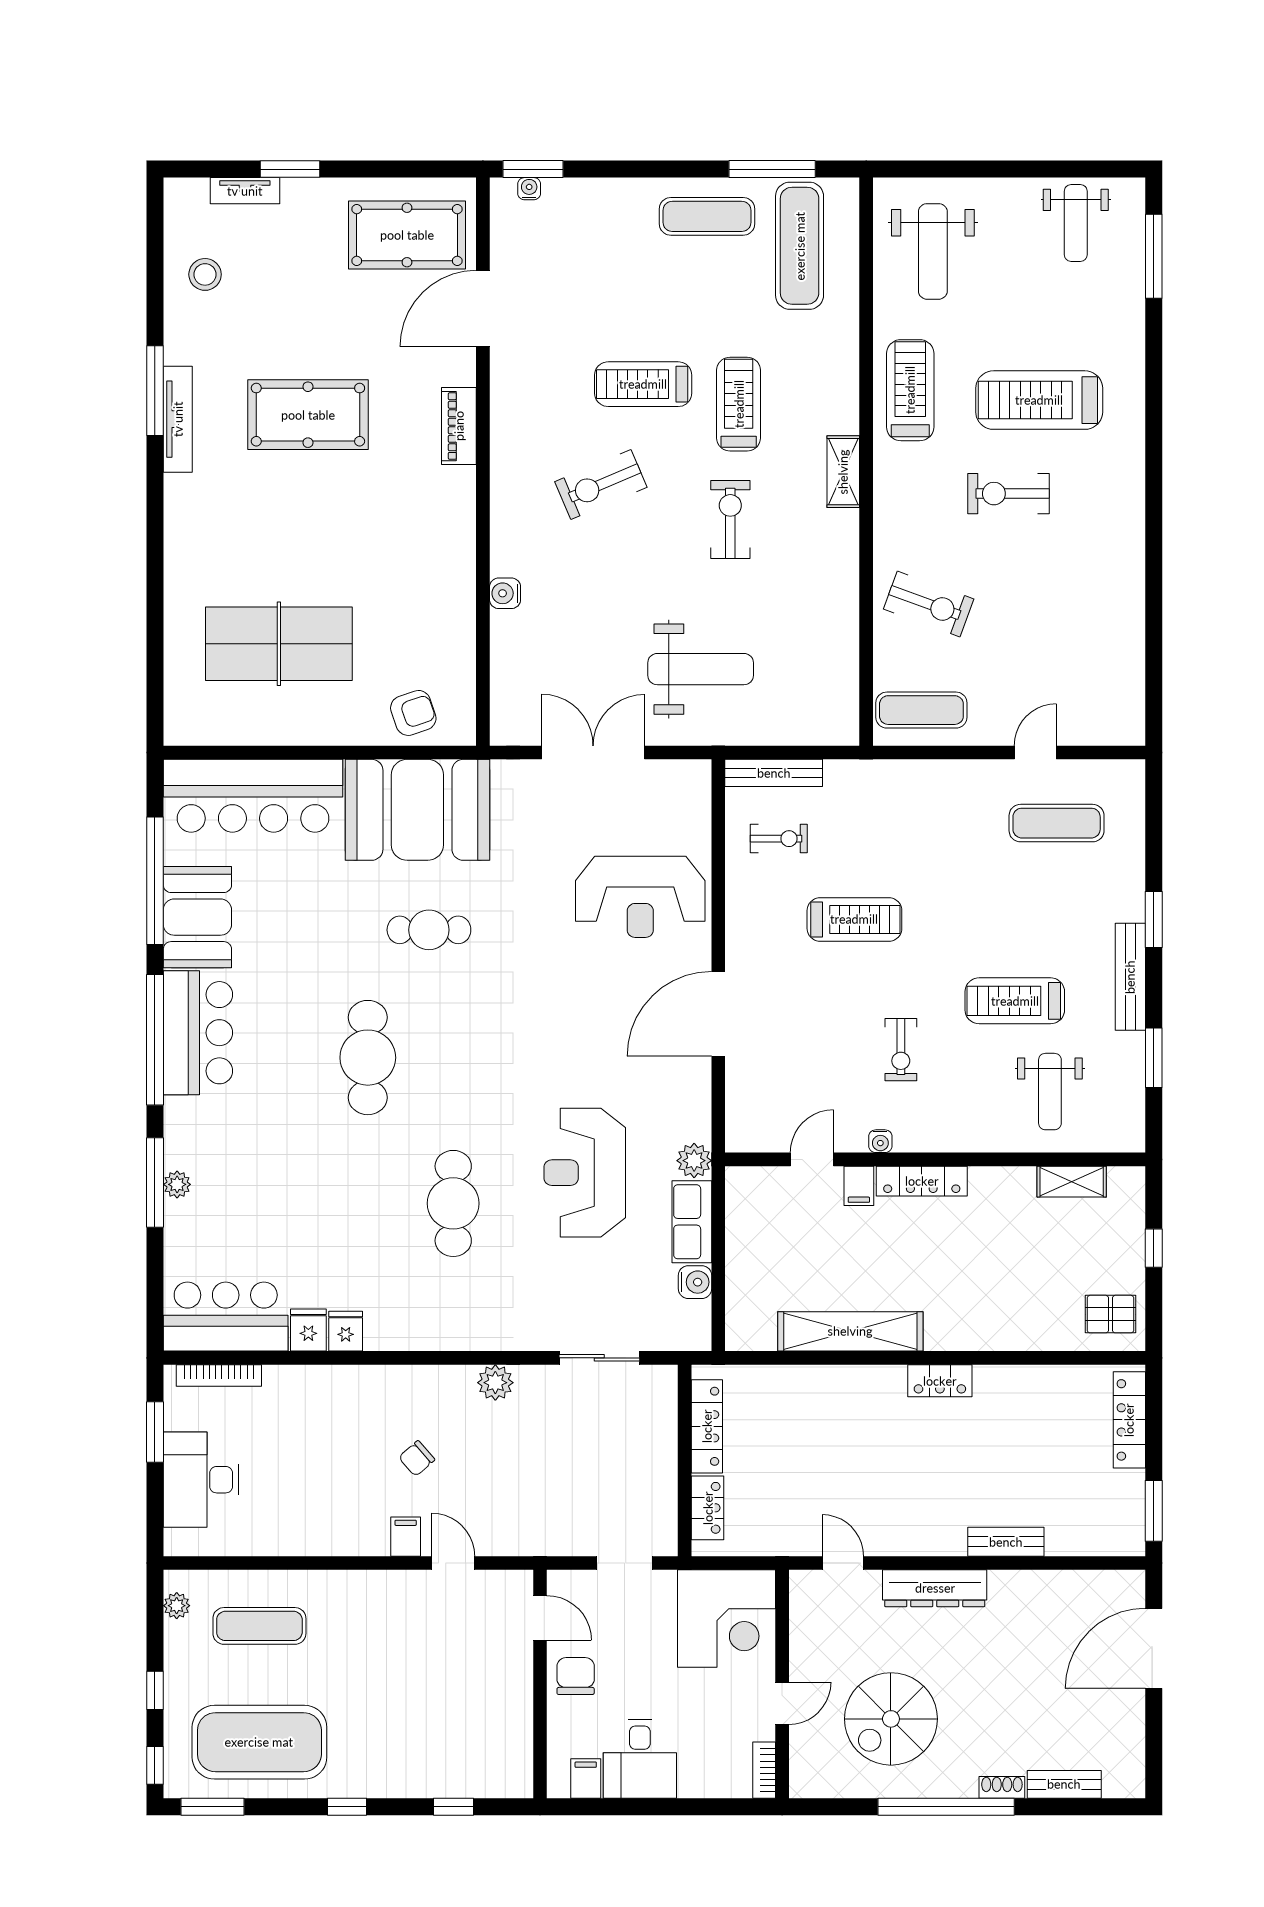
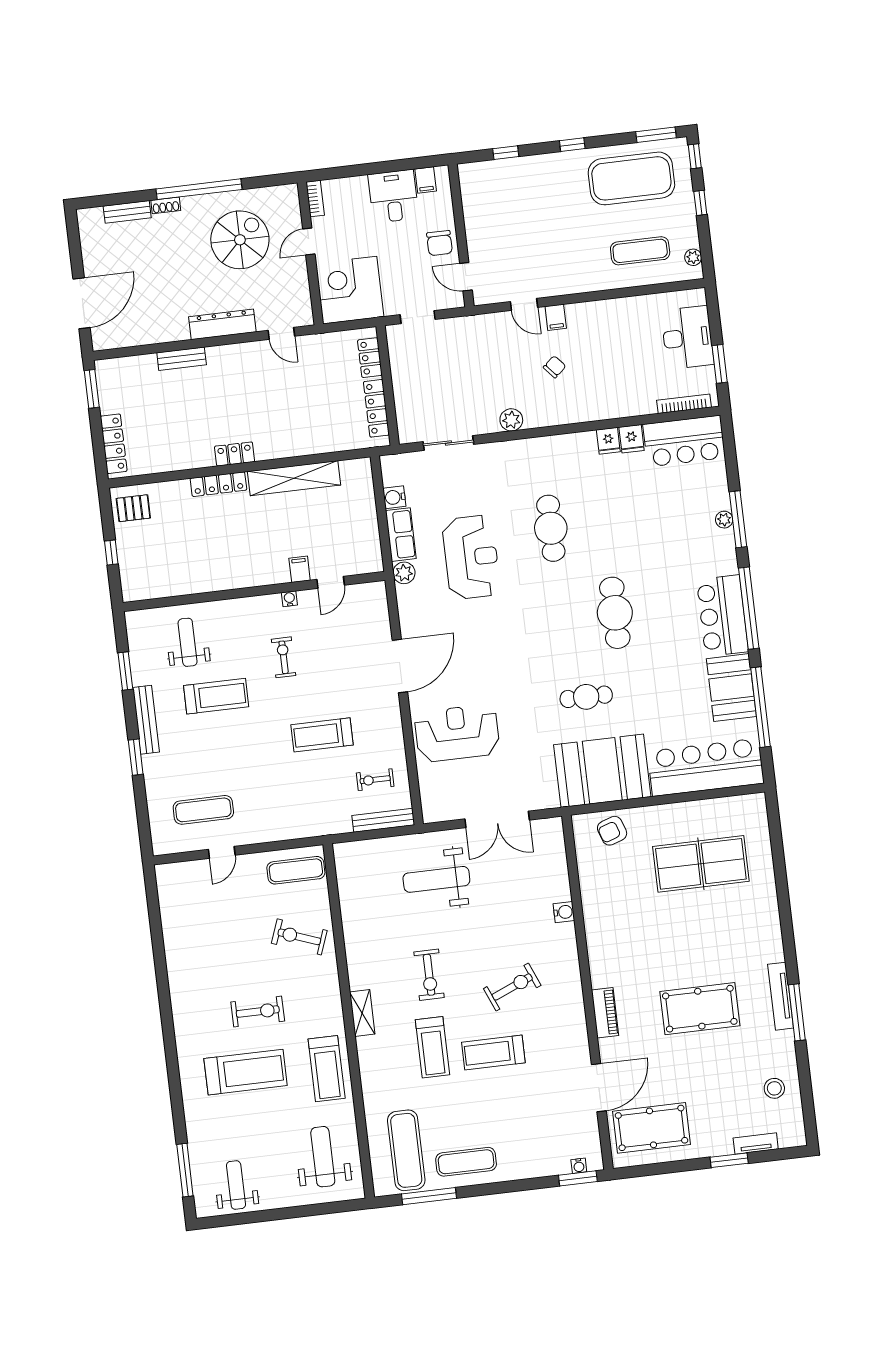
treadmill: (643, 384) -> (493, 1053), turned 180
locker: (922, 1181) -> (218, 484), moved, turned 180
shelving: (1072, 1182) -> (167, 588), removed

